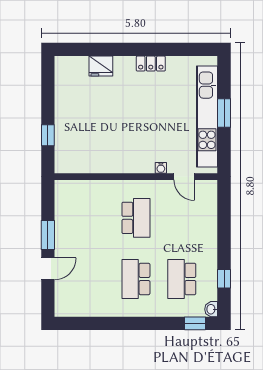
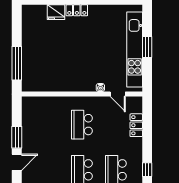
locker: (151, 64) -> (77, 10), moved
window: (48, 135) -> (17, 63), width x2.17
school desk: (136, 218) -> (82, 125), turned 180
locker: (209, 219) -> (136, 125), added

